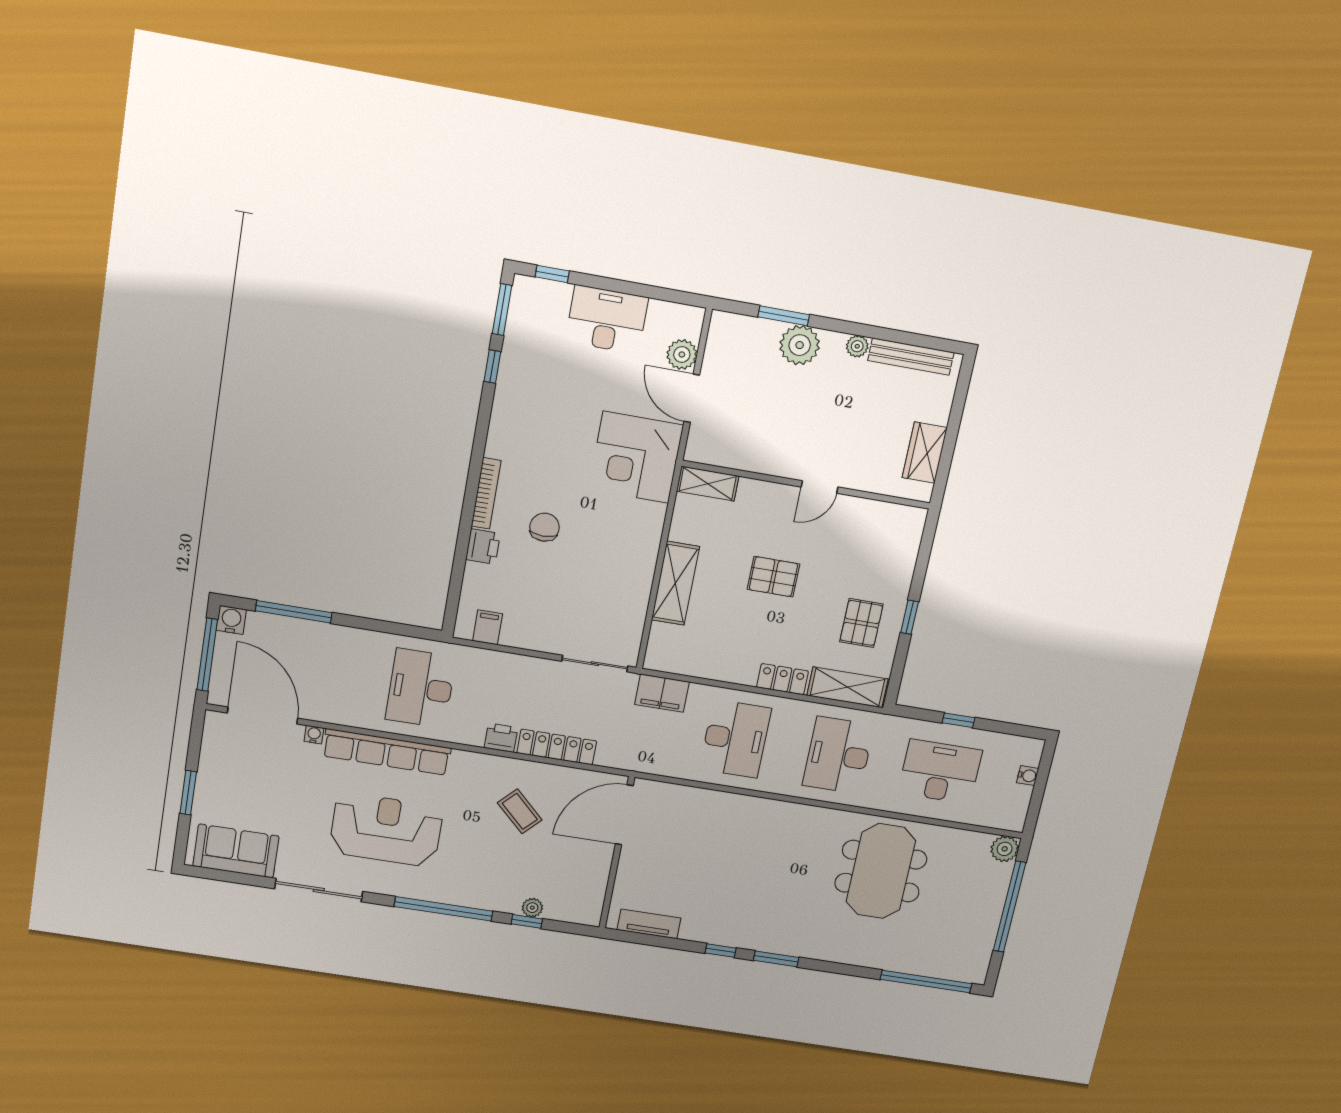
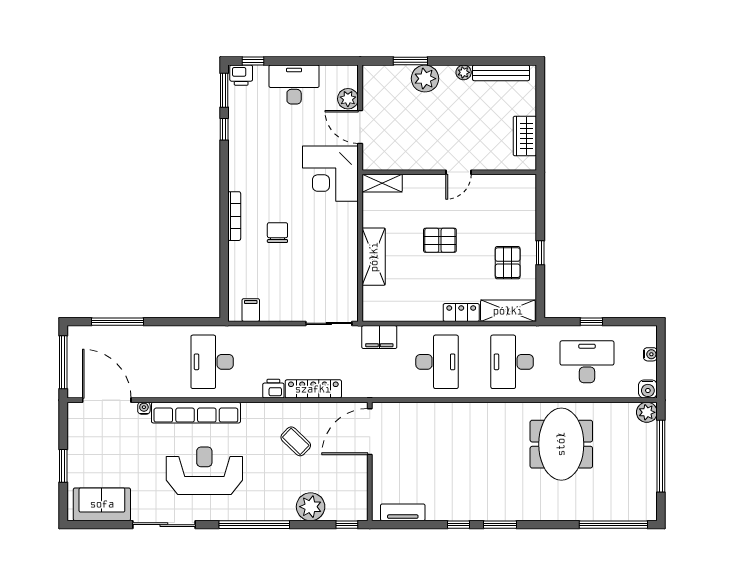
printer: (483, 546) -> (241, 75), moved, turned 90
water cooler: (231, 620) -> (648, 389), moved, turned 180
plant: (532, 908) -> (311, 507), width x1.88, depth x1.88
window: (527, 921) -> (347, 525), moved

